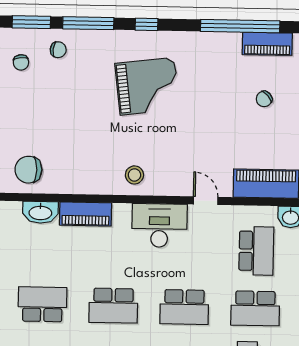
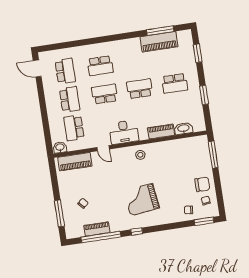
window: (88, 23) -> (176, 226), removed
window: (147, 24) -> (137, 232), moved
piano: (267, 44) -> (97, 229), moved
chair: (28, 170) -> (202, 184), moved
school desk: (255, 308) -> (70, 99), turned 90

